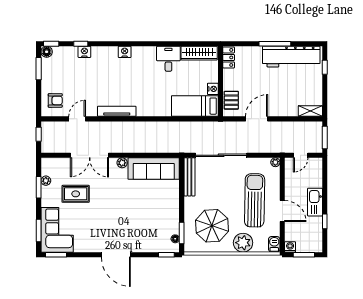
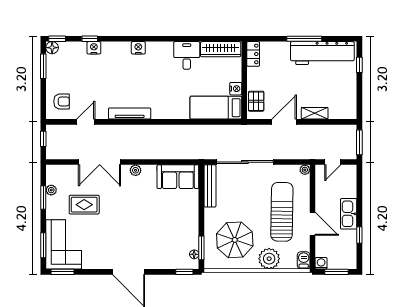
shelving: (310, 111) -> (315, 113), moved
sofa: (154, 169) -> (178, 177), width x0.73

